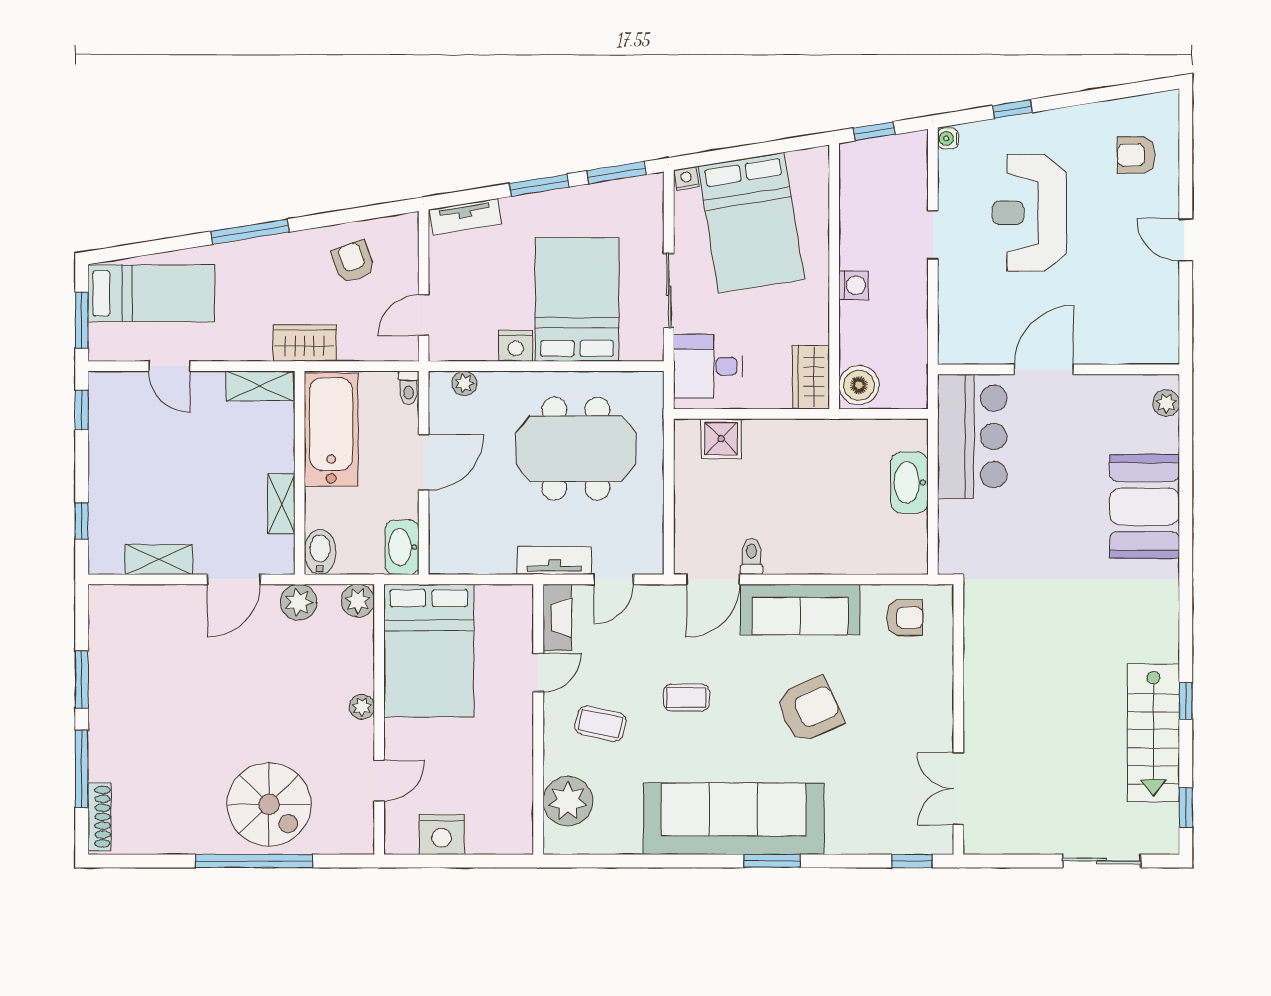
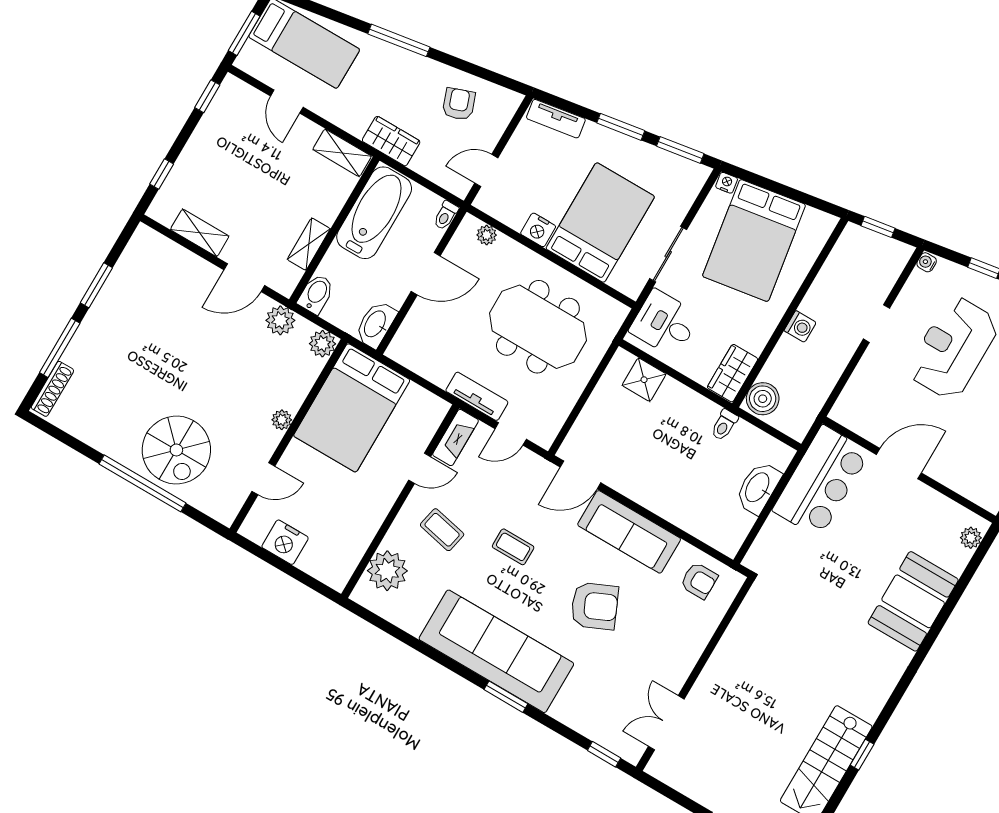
toilet: (752, 556) -> (724, 425), moved, turned 180

